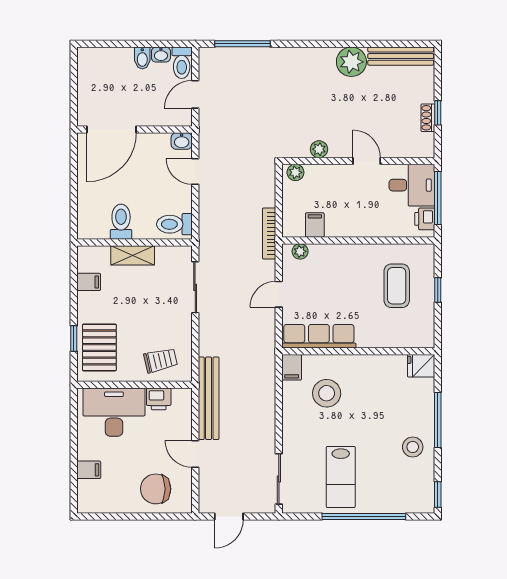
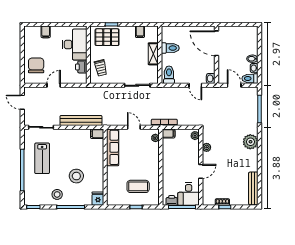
plant: (351, 62) -> (250, 142), moved
door: (195, 172) -> (195, 85), swing flipped
filing cabinet: (315, 225) -> (169, 133), moved
stool: (327, 393) -> (76, 176), moved
bench: (209, 398) -> (81, 121), moved
lab bench: (341, 477) -> (42, 158), turned -90

